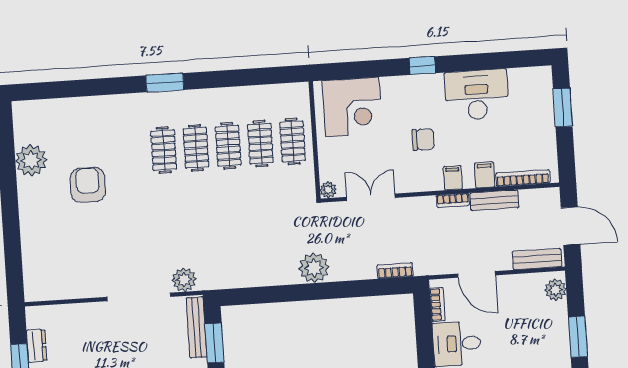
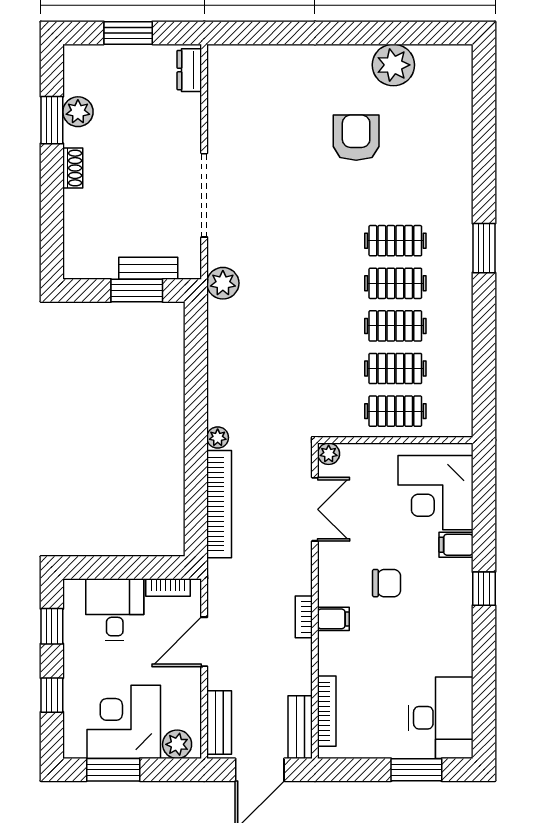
desk: (477, 95) -> (441, 718), moved
chair: (423, 139) -> (387, 583), turned -90
filing cabinet: (485, 175) -> (456, 545), moved, turned 180
armchair: (88, 185) -> (356, 138), turned -90
bench: (494, 200) -> (300, 727), moved
plant: (314, 268) -> (218, 438), width x0.53, depth x0.53
bookcase: (395, 271) -> (219, 504), width x2.31, depth x1.31
plant: (184, 280) -> (223, 283), moved
bench: (196, 327) -> (148, 268), width x0.73
corner desk: (541, 331) -> (124, 722), added
dresser: (37, 346) -> (189, 70), moved, turned 90

